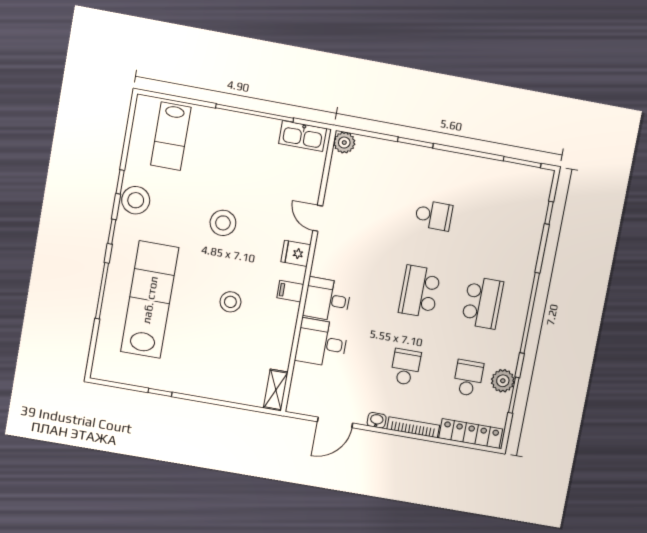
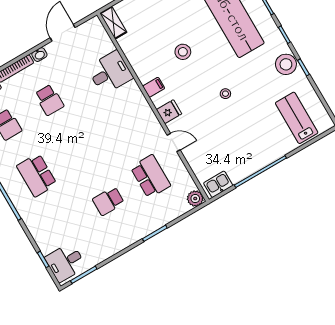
kitchen sink: (303, 136) -> (218, 184), width x0.73
stool: (223, 223) -> (225, 94), width x0.53, depth x0.53
school desk: (420, 292) -> (151, 176), moved
desk: (327, 300) -> (65, 262), moved, turned 180

